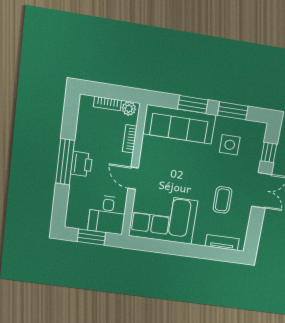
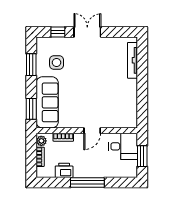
window: (193, 104) -> (31, 109), moved
printer: (81, 164) -> (64, 170), moved
coffee table: (222, 200) -> (99, 61), removed
corner sofa: (163, 218) -> (120, 104), removed
tv unit: (222, 242) -> (132, 60), width x1.41

